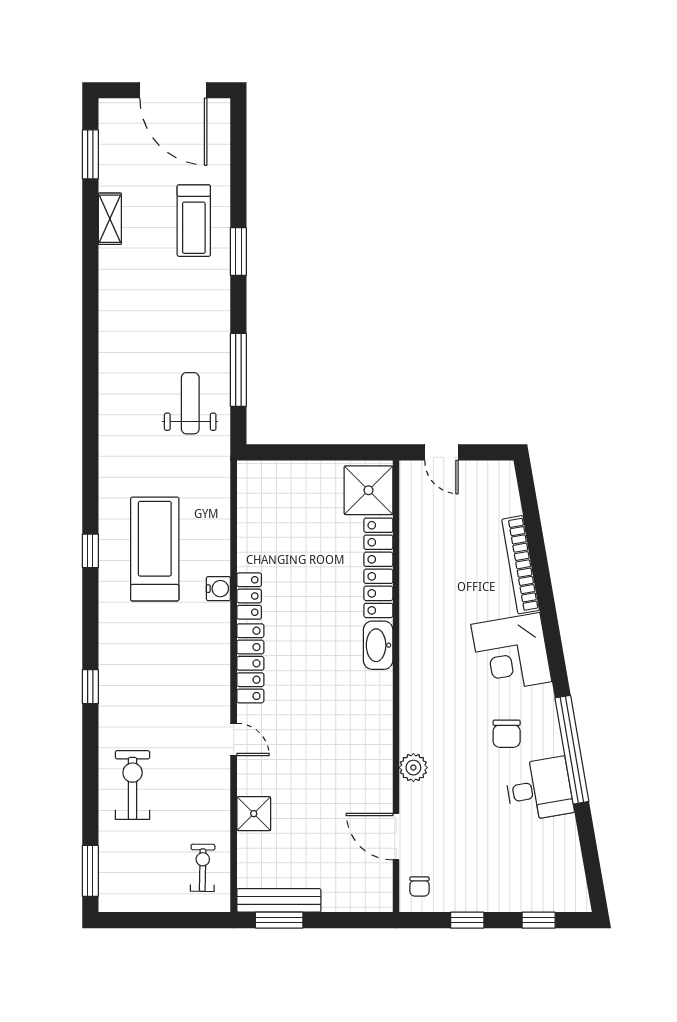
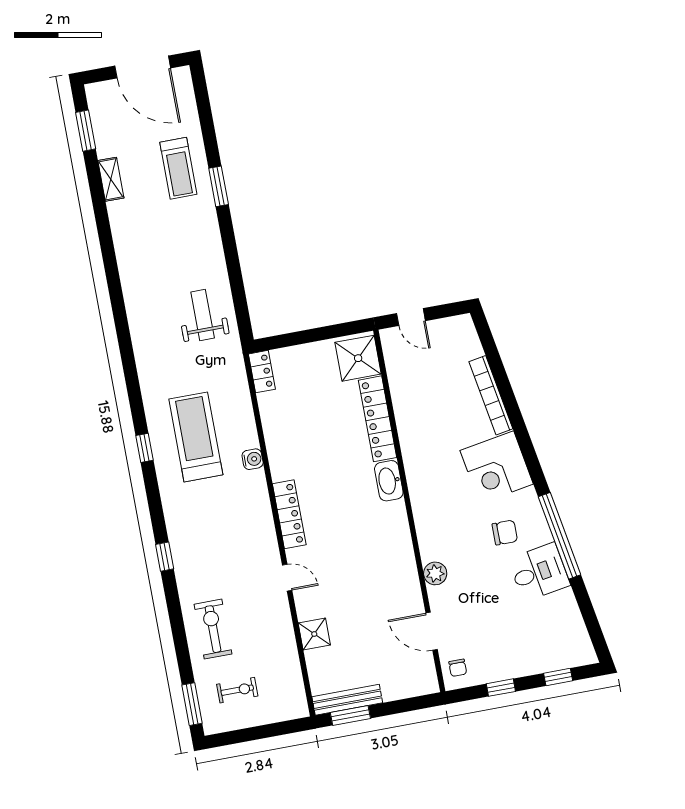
window: (238, 370) -> (236, 281), removed
locker: (249, 596) -> (262, 372), moved
chair: (507, 734) -> (505, 532), turned -90
exercise bike: (203, 868) -> (237, 690), moved, turned 89

